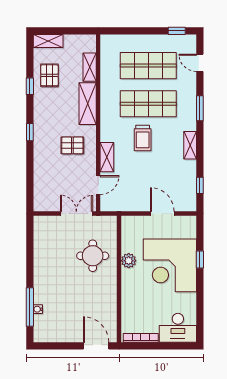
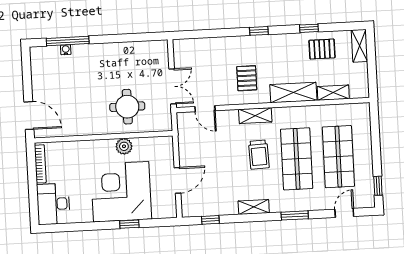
trolley: (143, 138) -> (259, 155), turned -92
shelving: (107, 157) -> (255, 116), moved
door: (96, 346) -> (29, 116), hinge flipped

